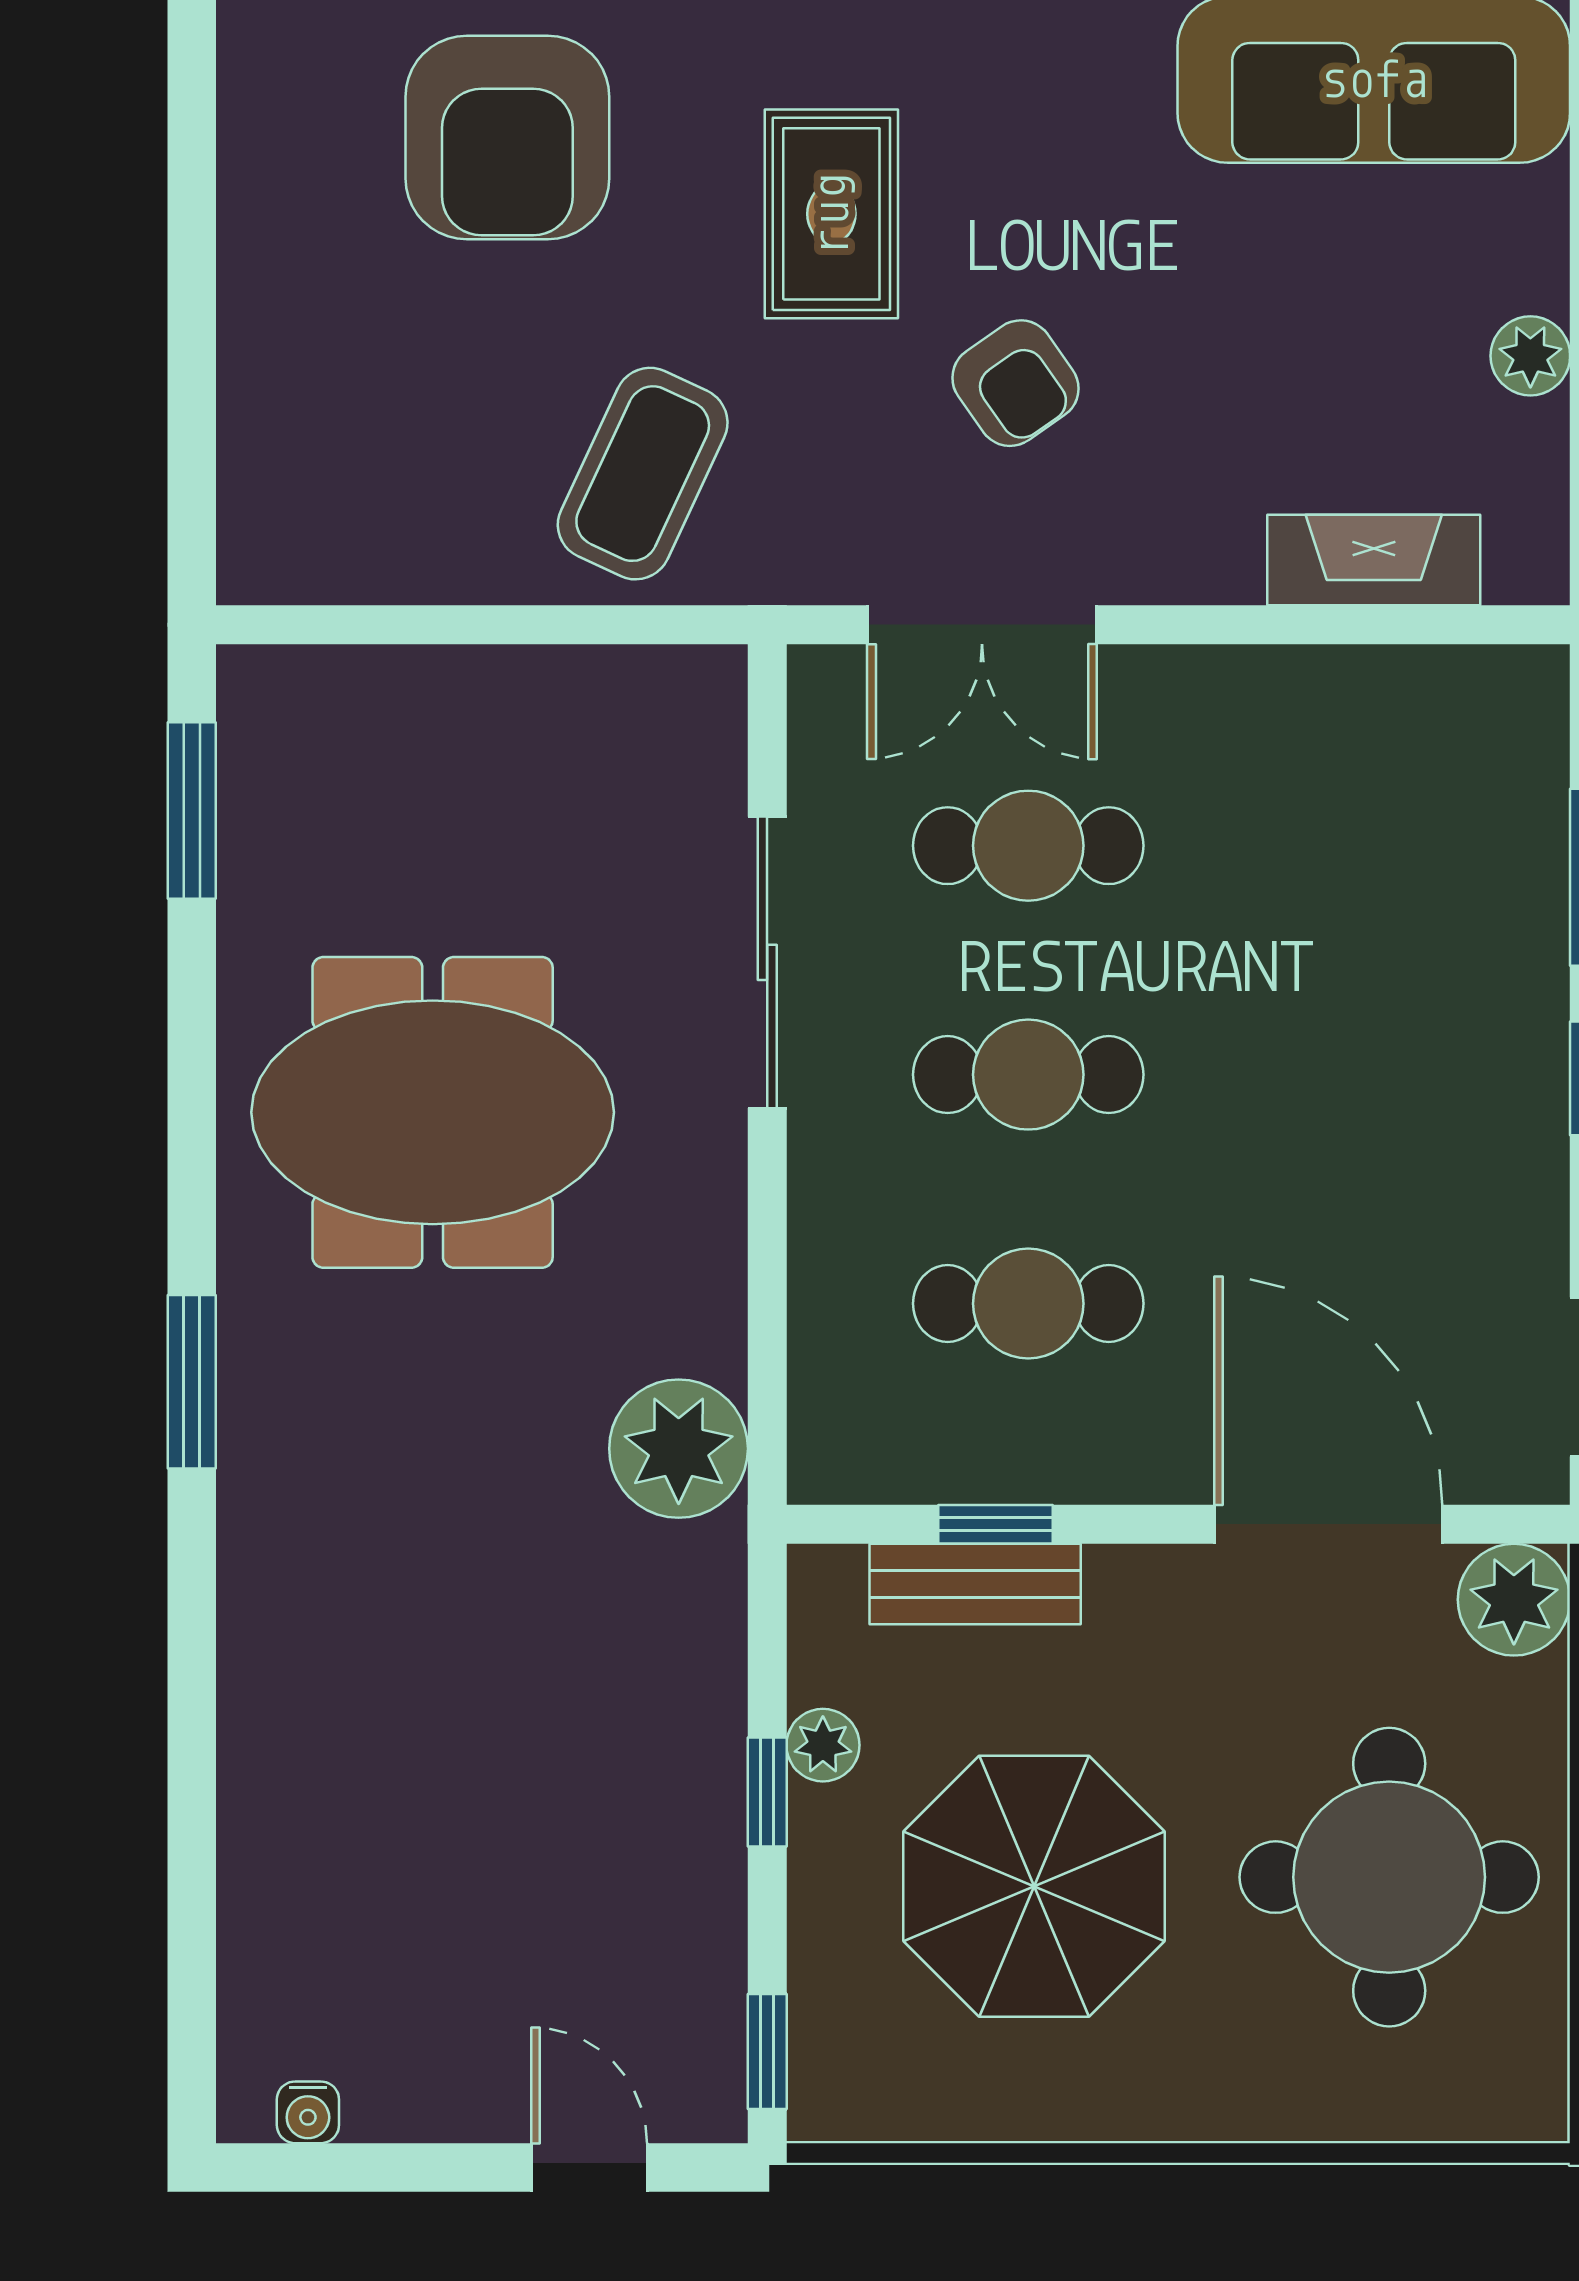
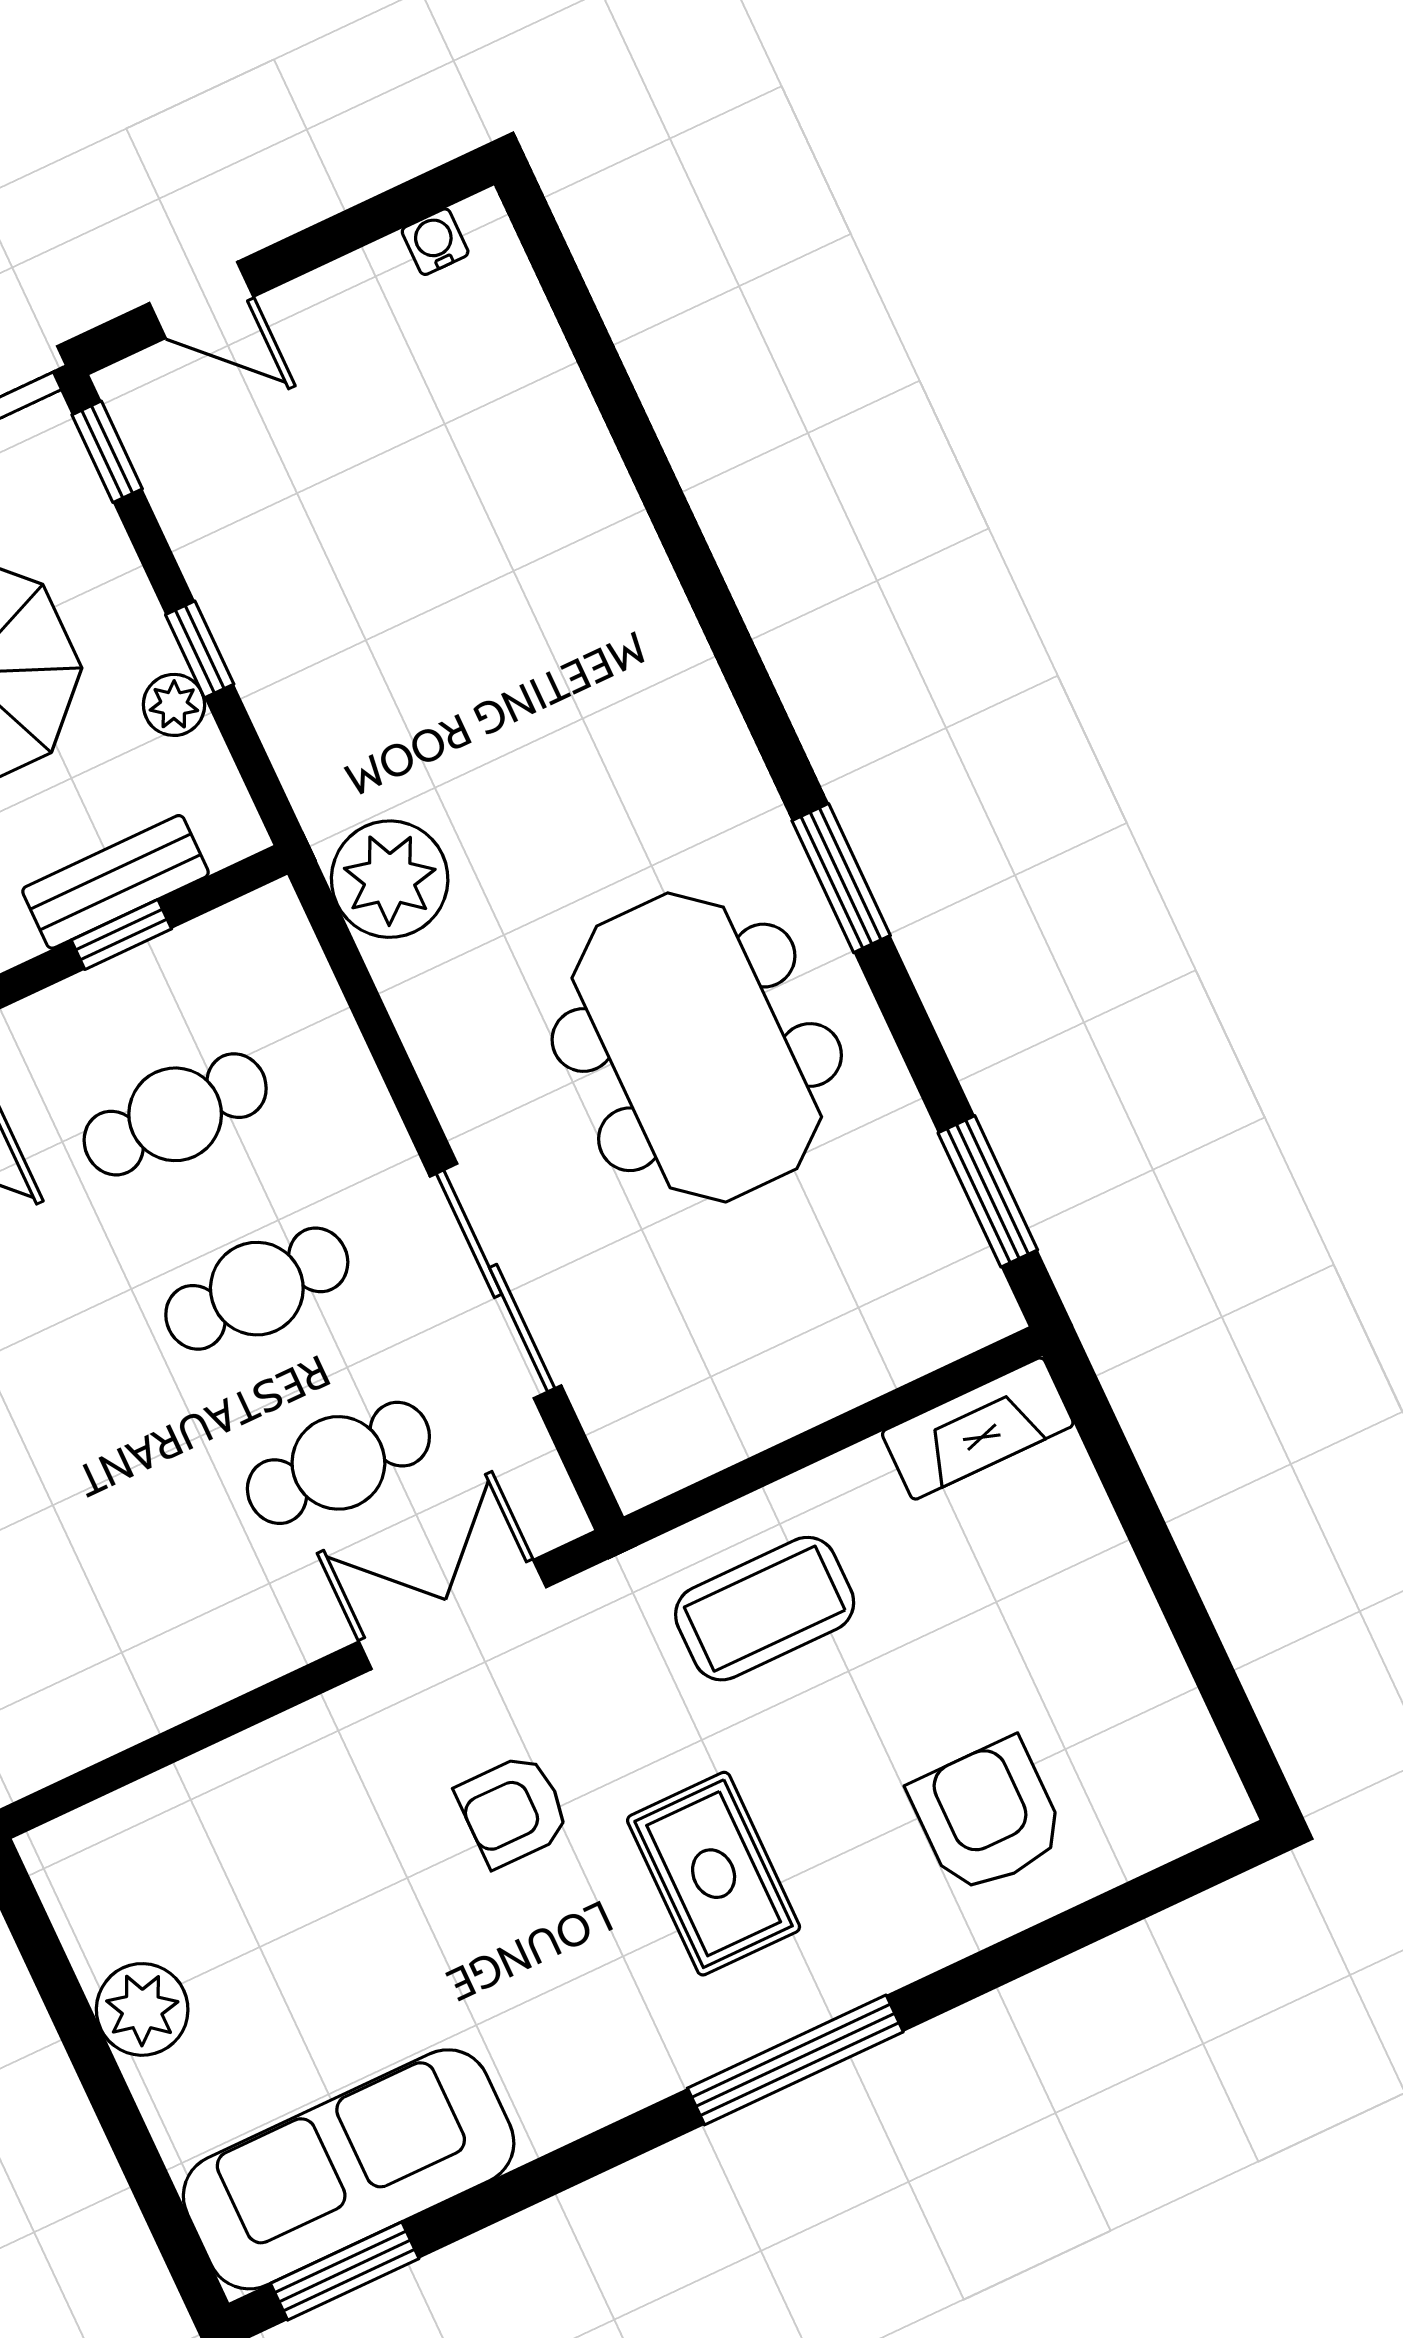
armchair: (507, 138) -> (987, 1816), width x0.73, depth x0.73
plant: (1530, 356) -> (142, 2009), width x1.38, depth x1.38
armchair: (1015, 383) -> (513, 1810), turned -55
coffee table: (643, 474) -> (765, 1609), turned 65
fireplace: (1374, 560) -> (978, 1429), moved
meeting table: (433, 1112) -> (697, 1047), turned 90
window: (192, 1382) -> (841, 878), moved

